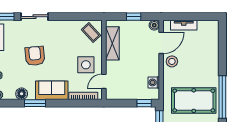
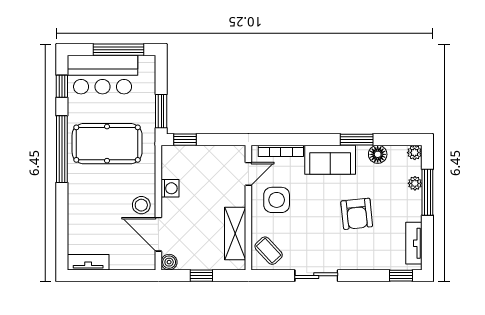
sliding door: (35, 17) -> (316, 276), moved
tv unit: (184, 25) -> (88, 262), moved
door: (161, 43) -> (158, 234), hinge flipped
washing machine: (154, 82) -> (170, 188), moved

